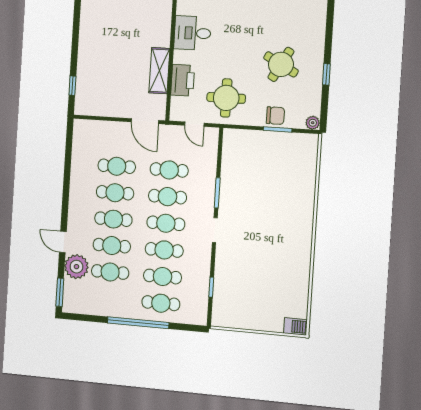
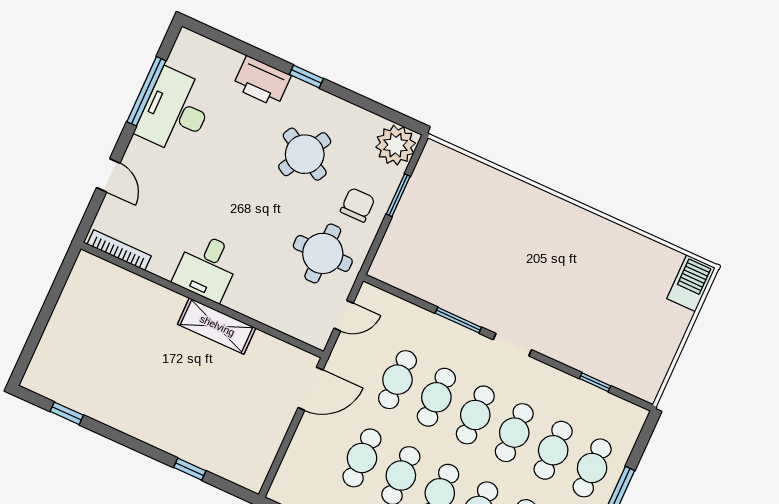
shelving: (159, 71) -> (217, 326), moved
window: (326, 74) -> (306, 76), moved
printer: (183, 80) -> (262, 81), moved, turned 180
window: (72, 86) -> (190, 469), moved
chair: (275, 116) -> (358, 205), moved
plant: (313, 123) -> (396, 145), width x1.88, depth x1.88
barbecue: (295, 326) -> (691, 283), width x1.38, depth x1.27

